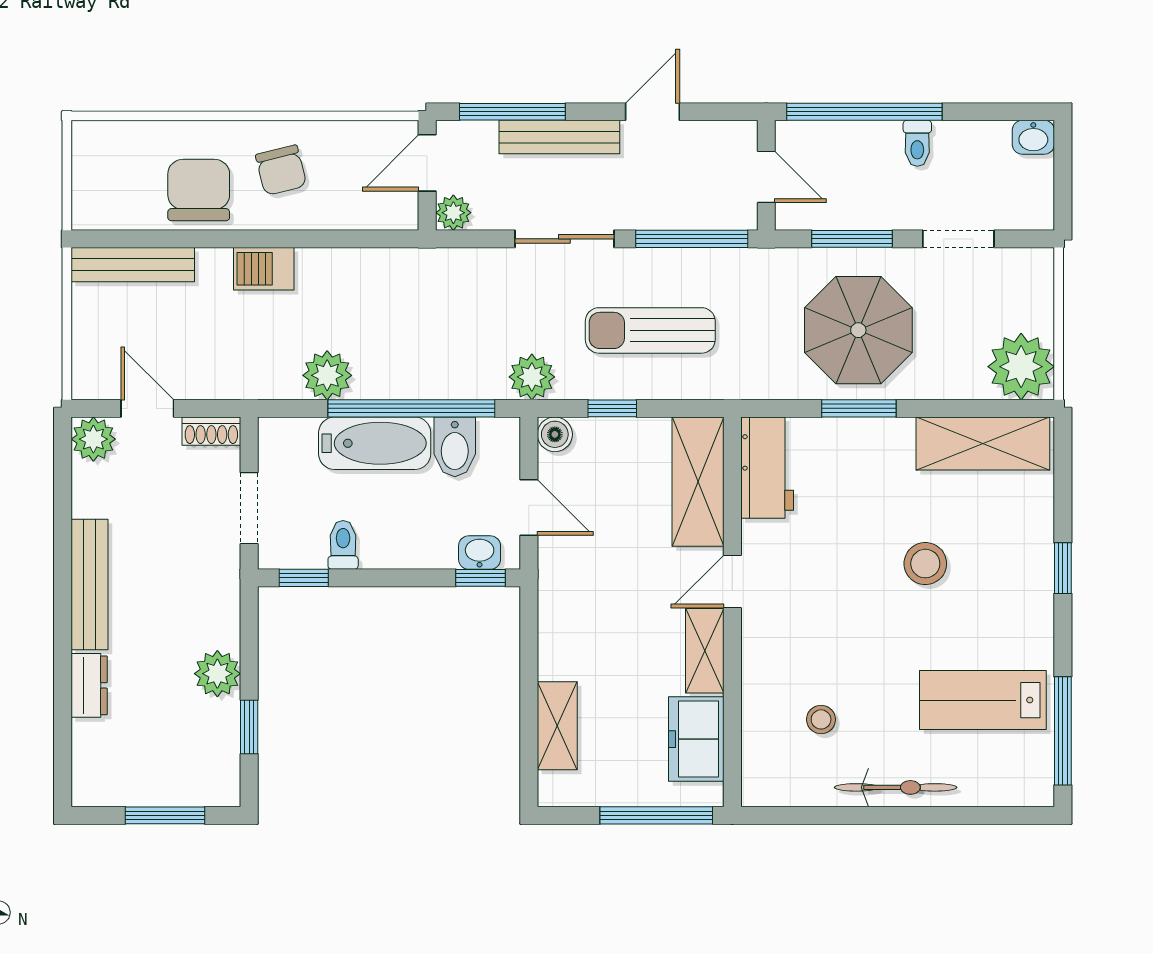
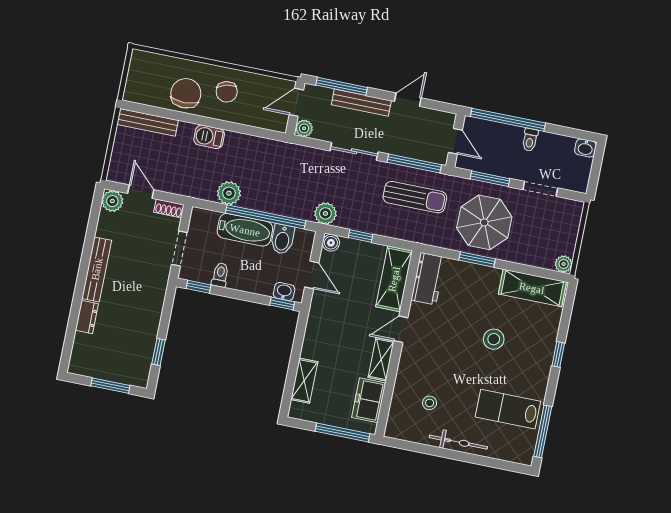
sun lounger: (650, 330) -> (415, 197), moved, turned 180
plant: (1021, 367) -> (564, 264), width x0.53, depth x0.53
plant: (217, 674) -> (149, 324), removed

